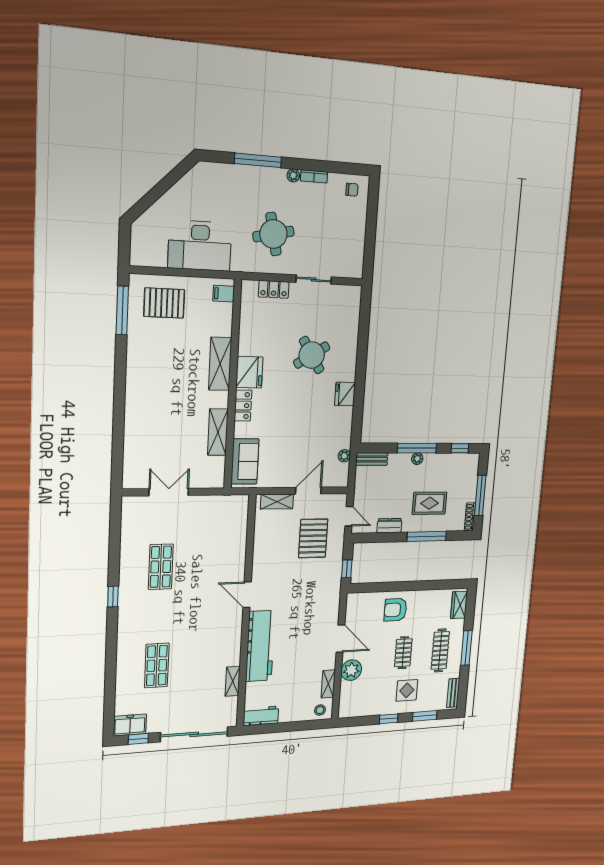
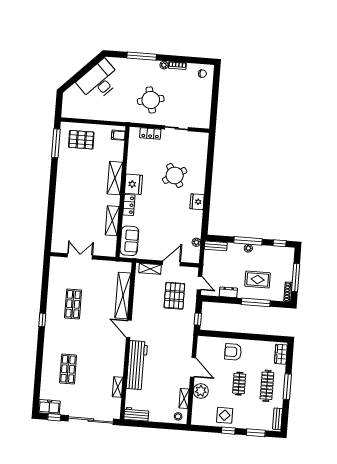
desk: (200, 246) -> (99, 81), moved, turned 135
shelving: (237, 546) -> (123, 296), added
display table: (407, 690) -> (225, 415), moved

